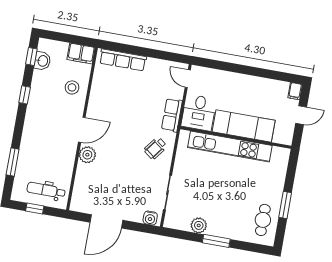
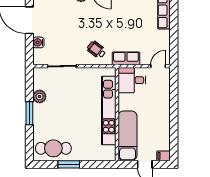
exam couch: (244, 126) -> (128, 136), moved
water cooler: (150, 218) -> (38, 42), moved
cafe table: (263, 220) -> (53, 148), width x1.37, depth x1.35

